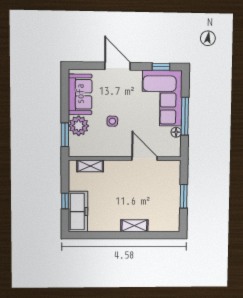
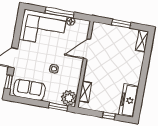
window: (161, 67) -> (9, 82), moved
plant: (79, 126) -> (69, 98), moved
freezer: (78, 212) -> (129, 100), moved, turned -90
shelving: (134, 226) -> (142, 41), moved

